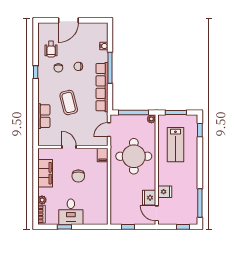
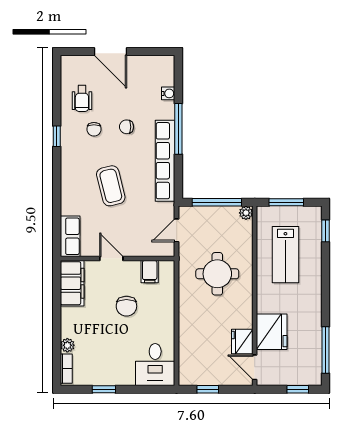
door: (68, 20) -> (110, 51), hinge flipped
row of seats: (44, 116) -> (70, 236), moved
filing cabinet: (103, 155) -> (150, 272), moved
round table: (134, 156) -> (217, 274), width x0.73, depth x0.73
filing cabinet: (45, 173) -> (72, 283), moved
fridge: (165, 192) -> (272, 332), width x1.88, depth x1.34
desk: (71, 212) -> (155, 365), moved

